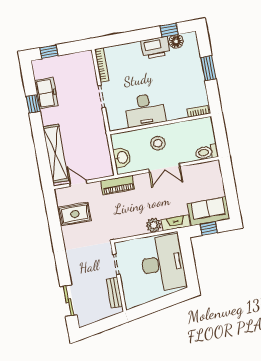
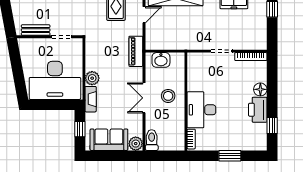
floor lamp: (176, 41) -> (260, 89), moved
desk: (145, 110) -> (201, 110), moved
plant: (213, 168) -> (136, 144), added
sofa: (208, 211) -> (109, 140), moved, turned -90

